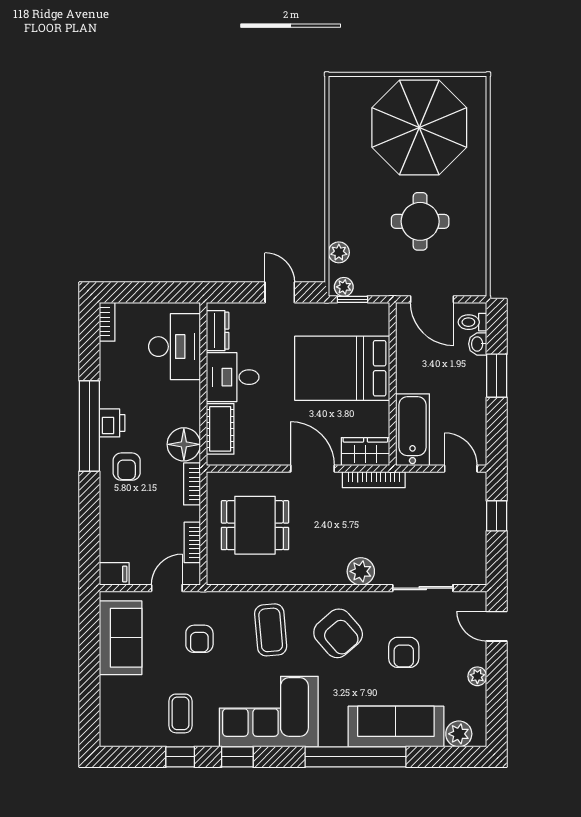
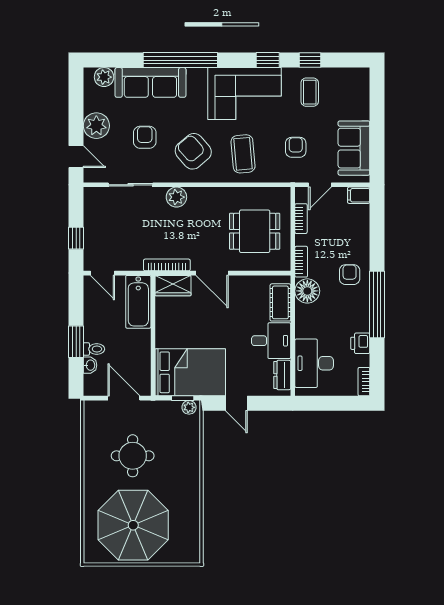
plant: (339, 252) -> (193, 433), removed
toilet: (472, 322) -> (94, 349), moved
bed: (342, 368) -> (190, 372), moved
printer: (112, 423) -> (360, 343), moved
plant: (477, 676) -> (96, 126), width x1.88, depth x1.88

